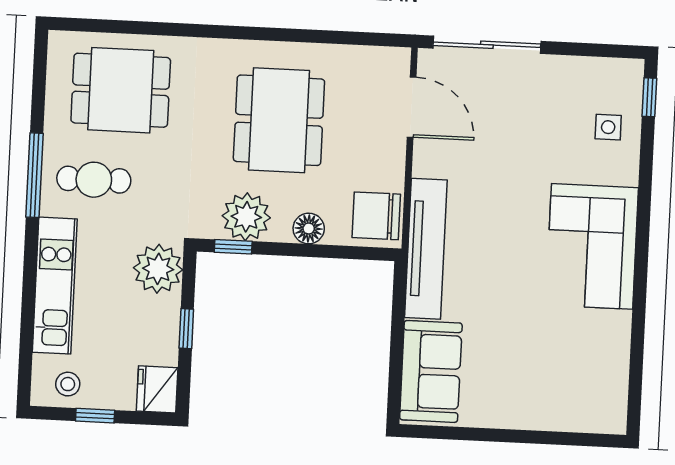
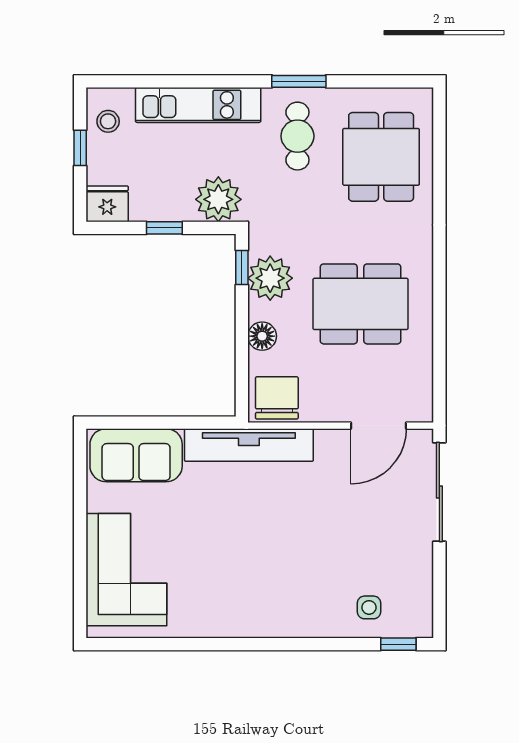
window: (35, 175) -> (299, 81), width x0.69
corner sofa: (592, 246) -> (126, 570), moved, turned 90

